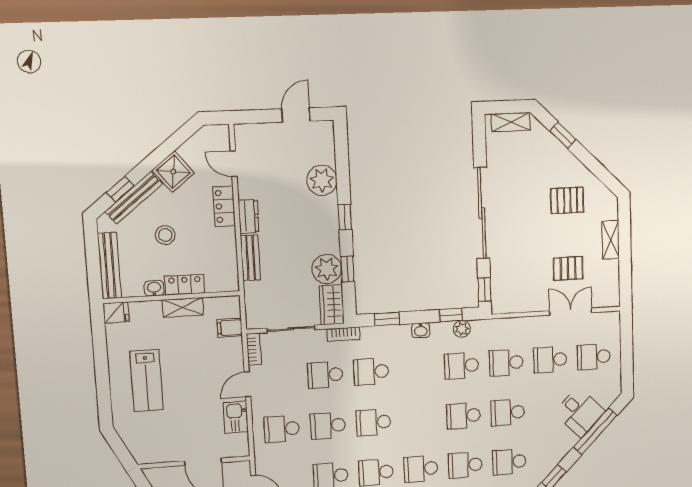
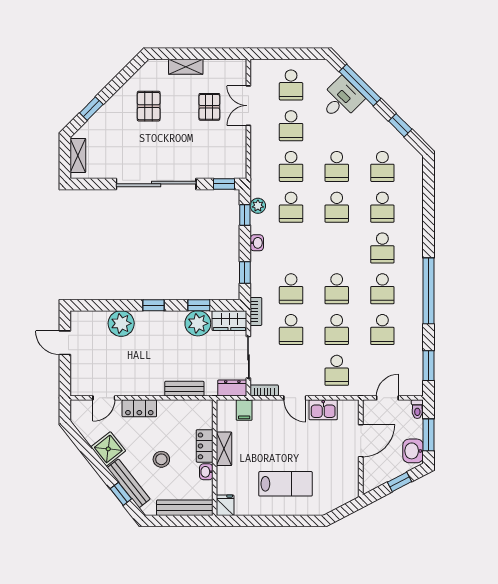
dresser: (249, 216) -> (232, 388), moved

